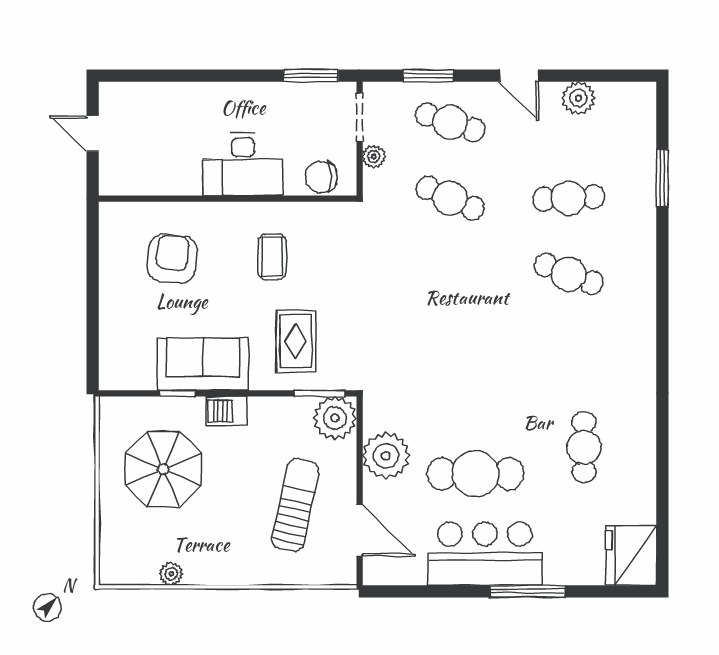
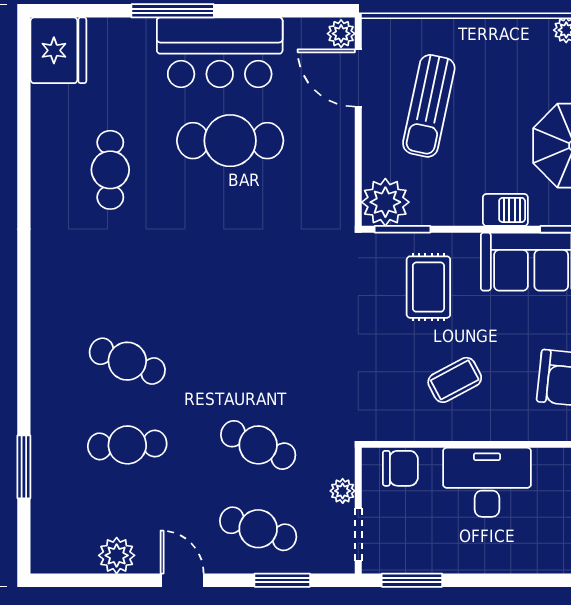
coffee table: (272, 257) -> (455, 380), turned 62
plant: (386, 456) -> (341, 34), moved, width x0.53, depth x0.53

